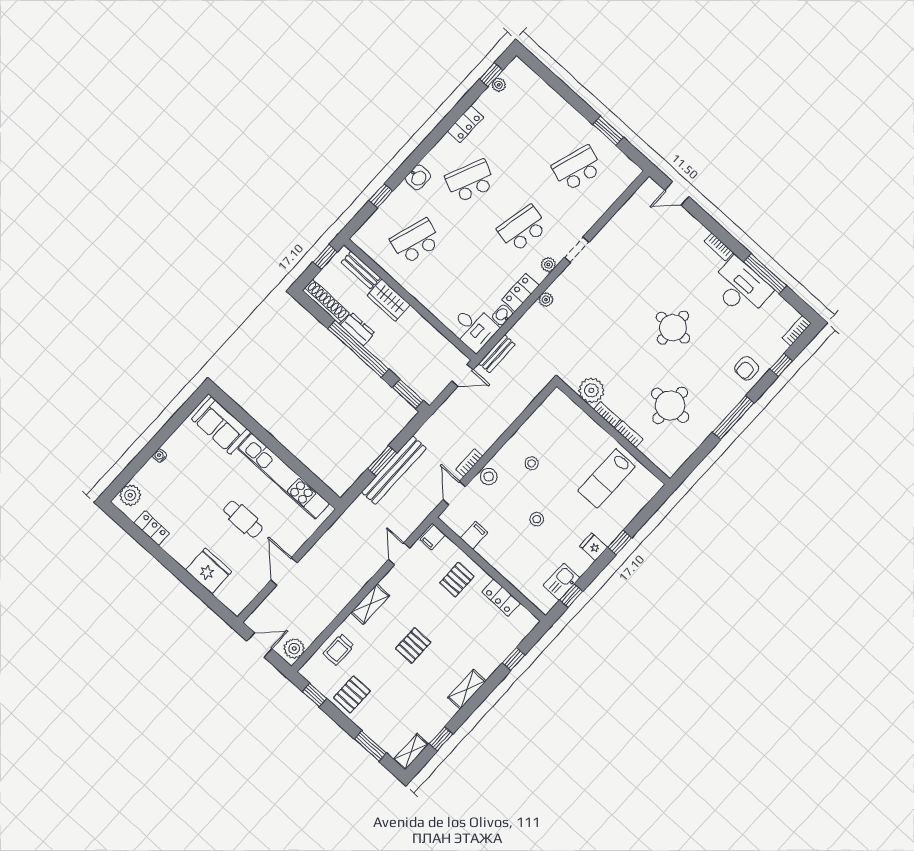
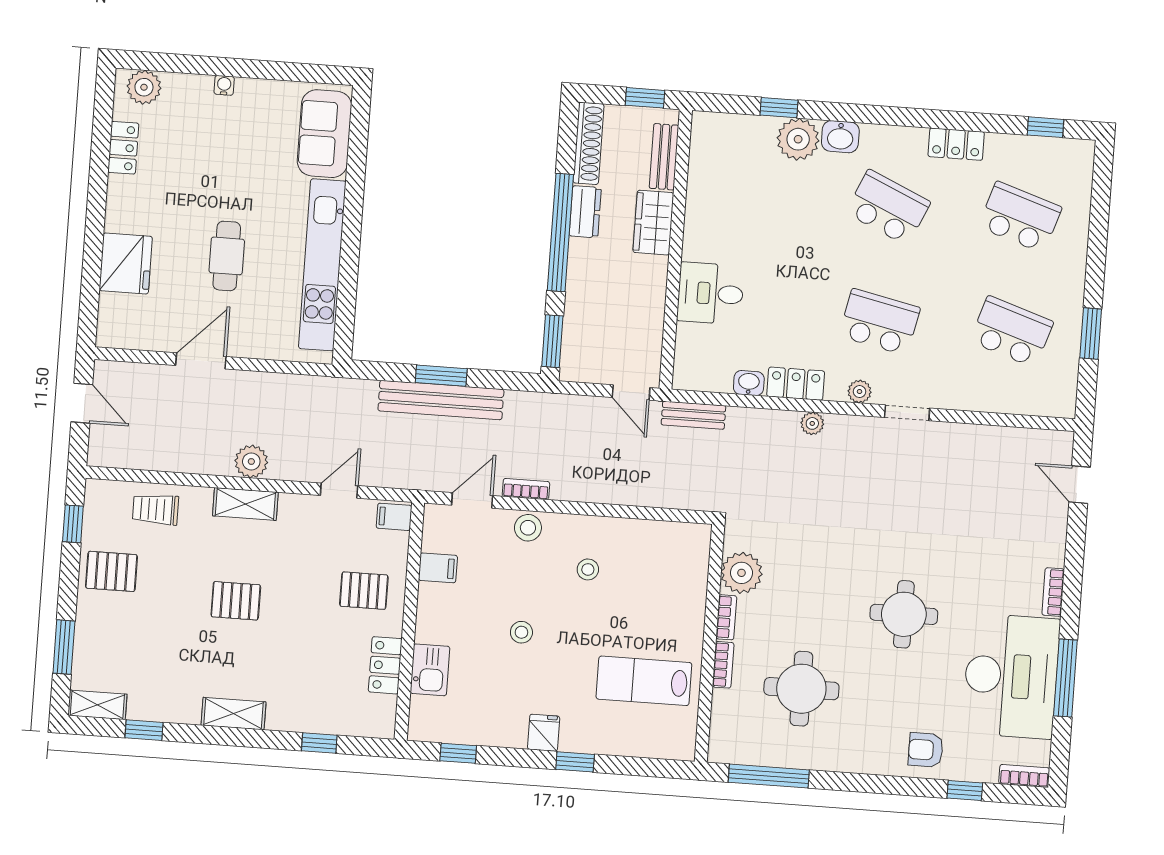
plant: (499, 85) -> (798, 139), moved, width x1.87, depth x1.87
school desk: (415, 241) -> (1020, 217), moved
desk: (740, 288) -> (1011, 676), width x1.36, depth x1.30
desk: (474, 328) -> (711, 293), moved, turned 90
window: (733, 418) -> (769, 776), moved
kitchen sink: (562, 582) -> (430, 670), moved, turned 90
plant: (294, 649) -> (251, 462), moved

